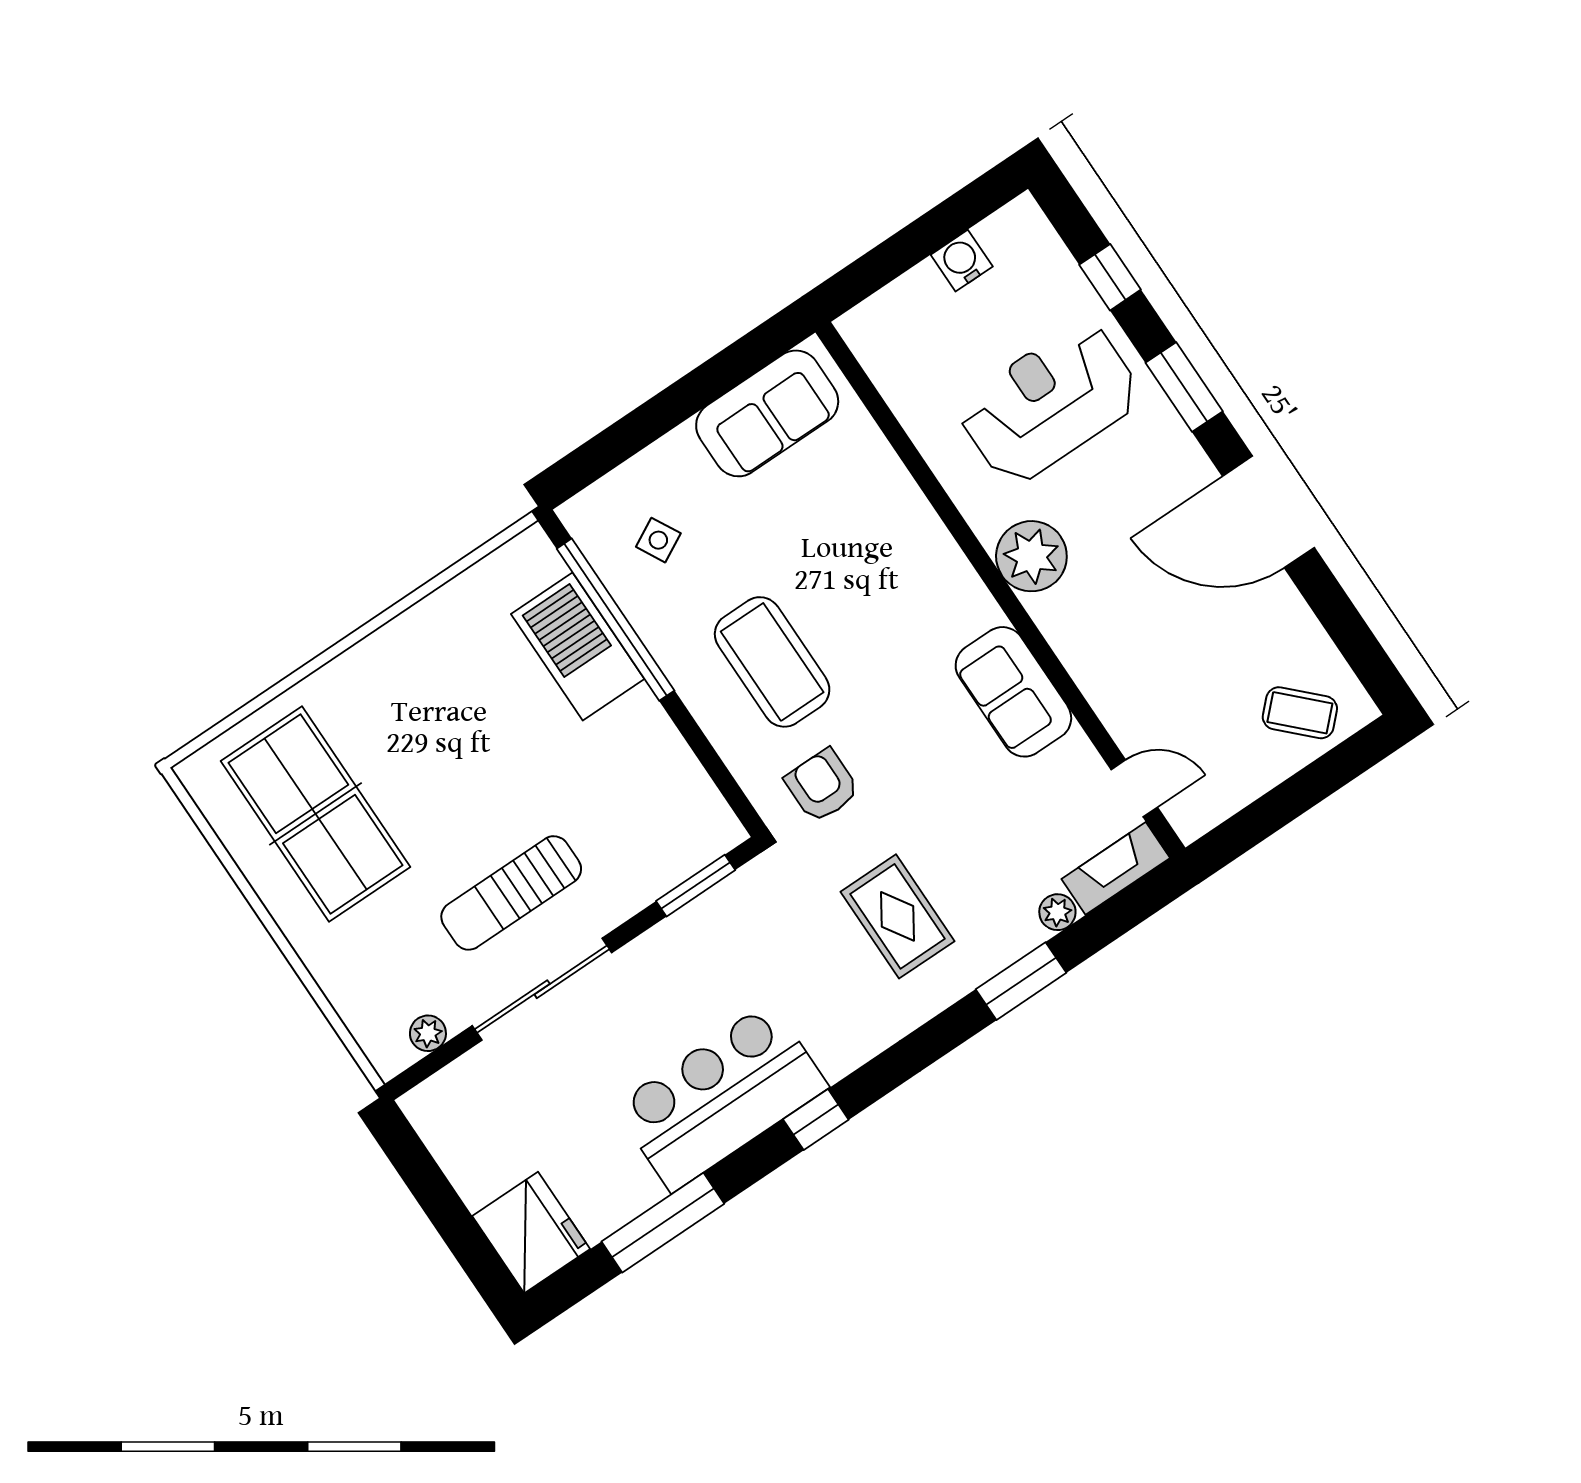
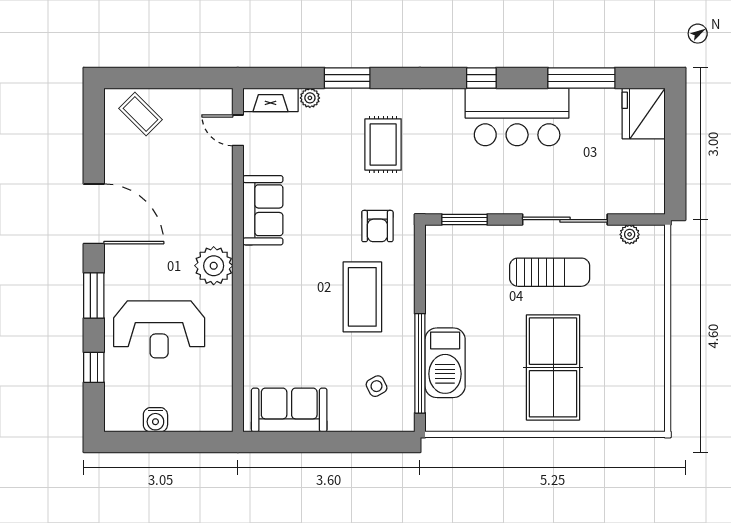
table tennis table: (316, 814) -> (553, 367), moved

